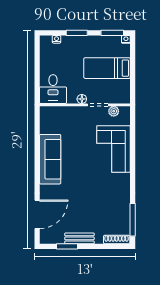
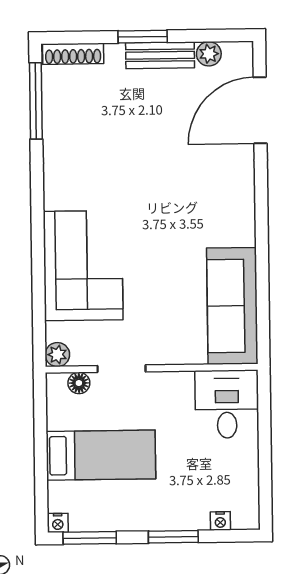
floor lamp: (82, 99) -> (79, 383), moved
plant: (114, 111) -> (57, 355), moved
sofa: (50, 159) -> (232, 306), moved
plant: (59, 239) -> (209, 54), added
window: (67, 246) -> (143, 37), moved

